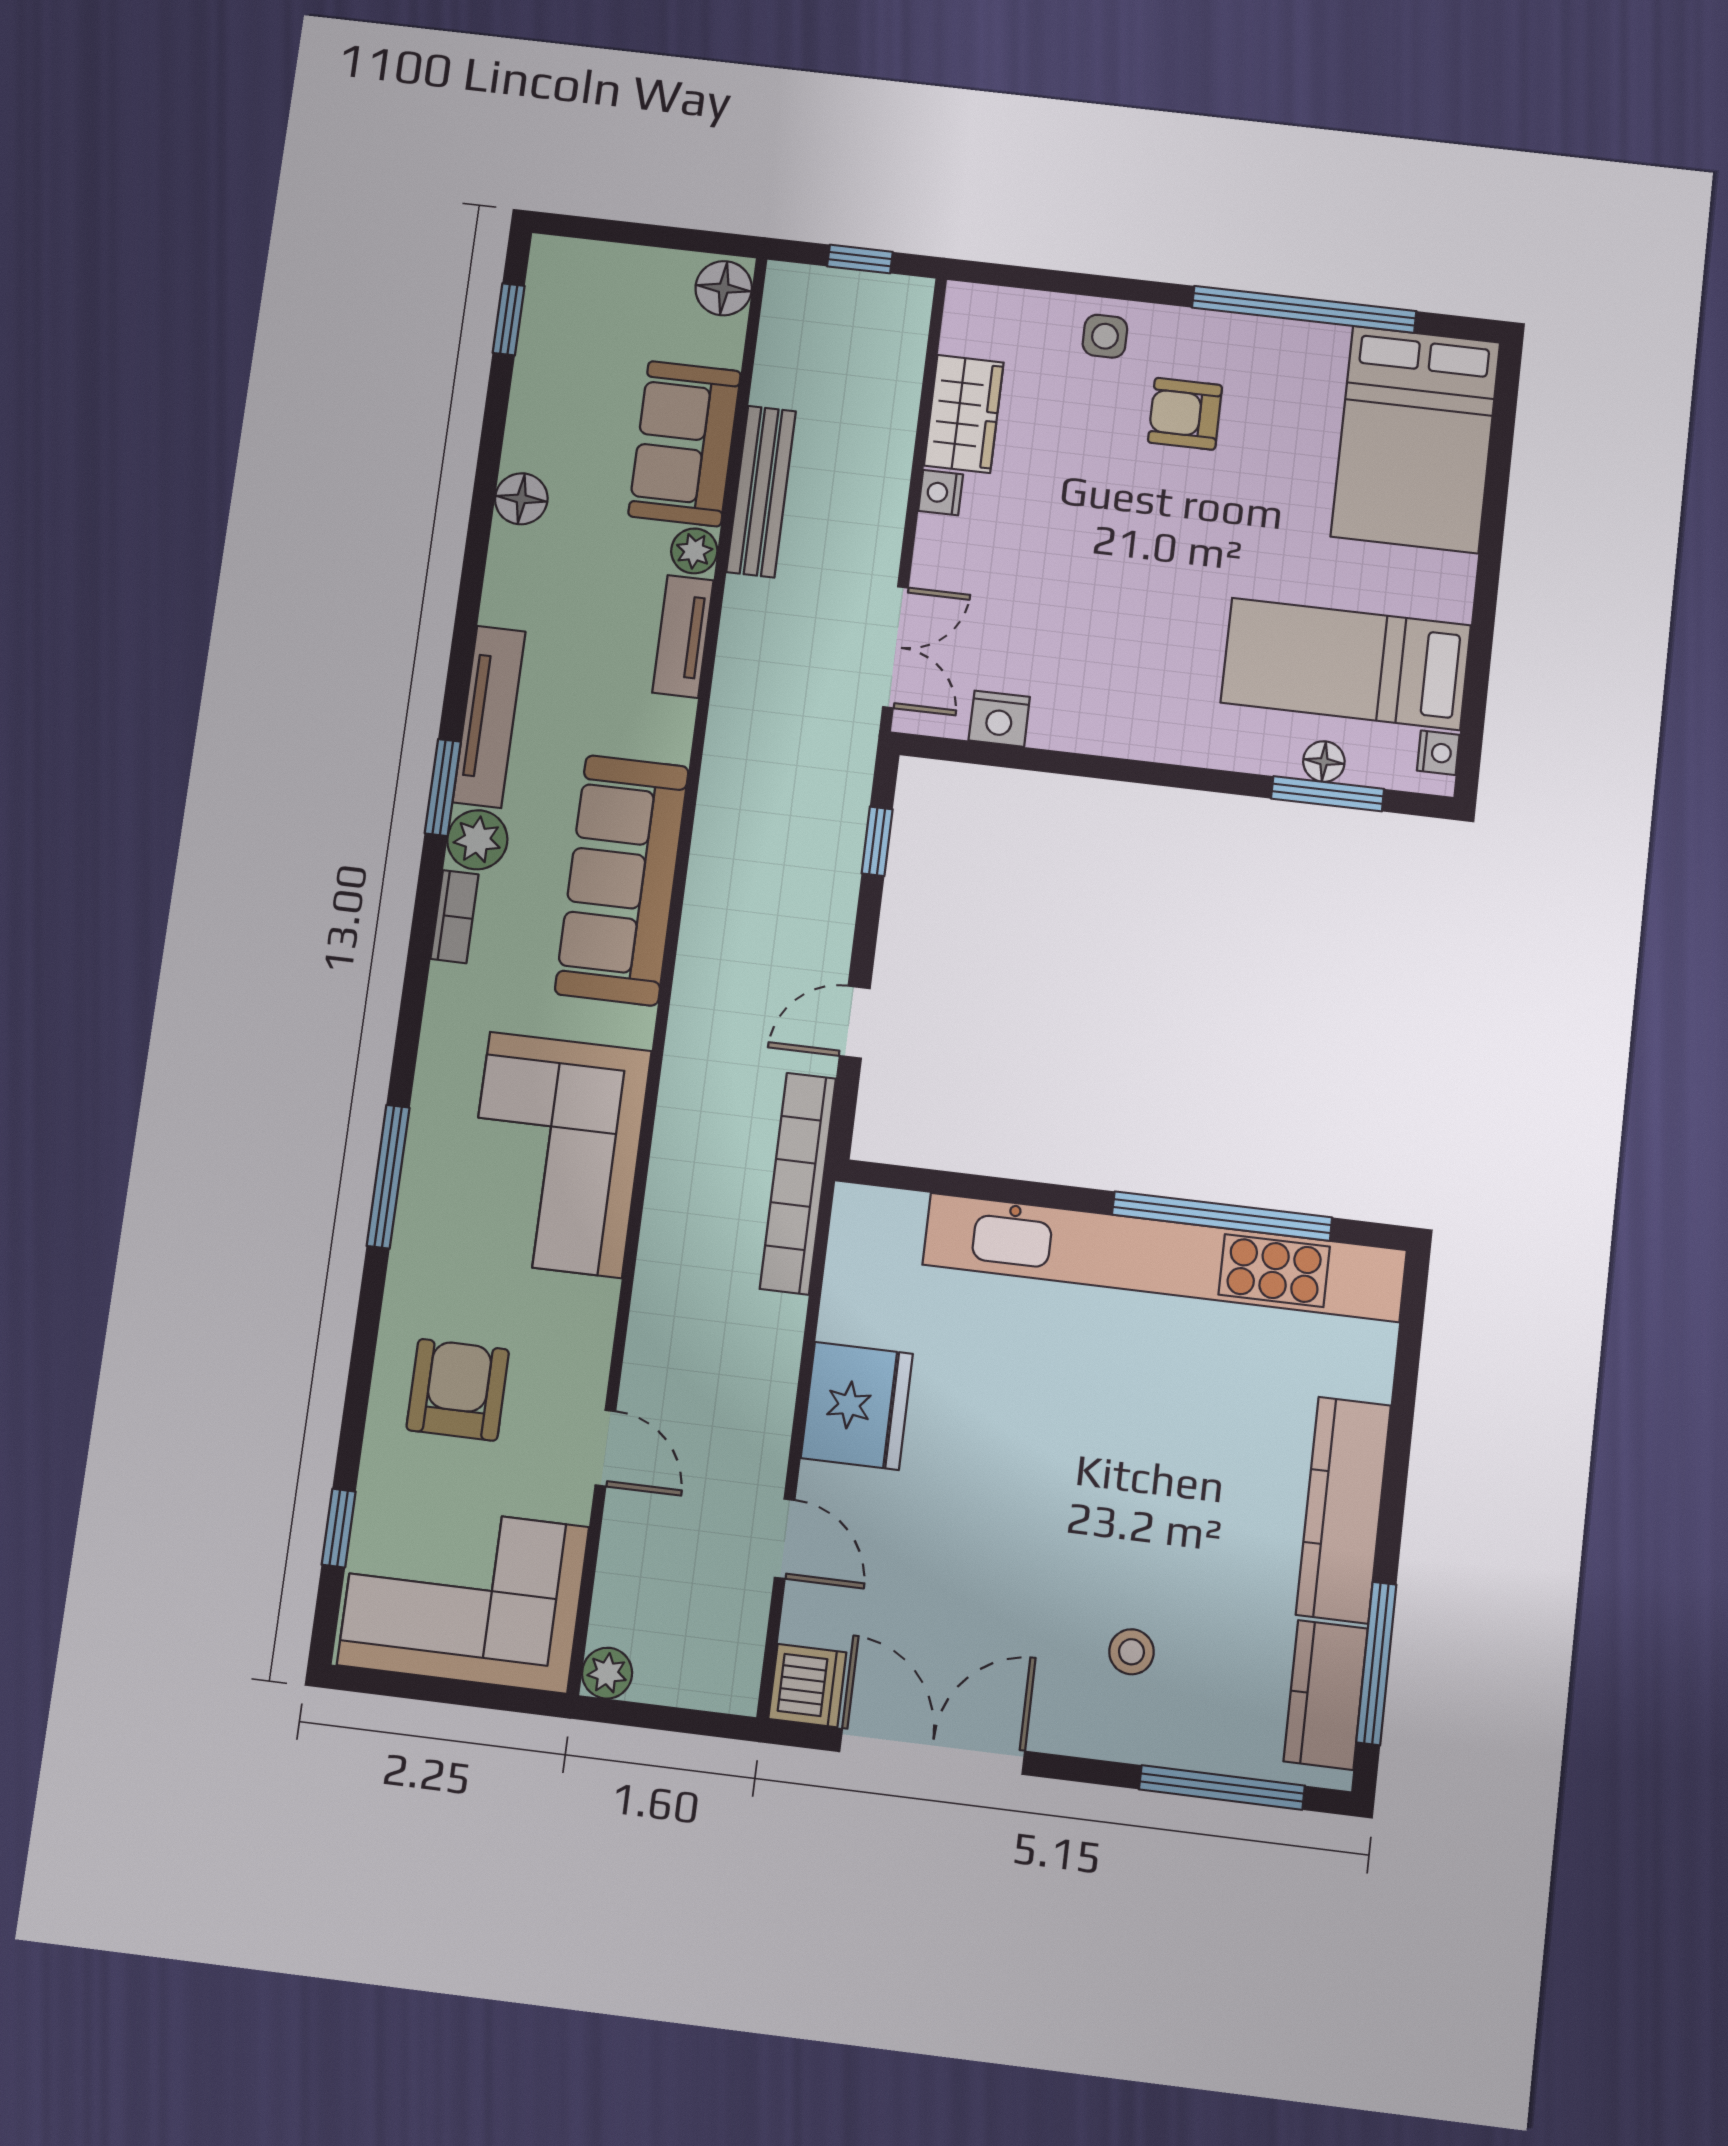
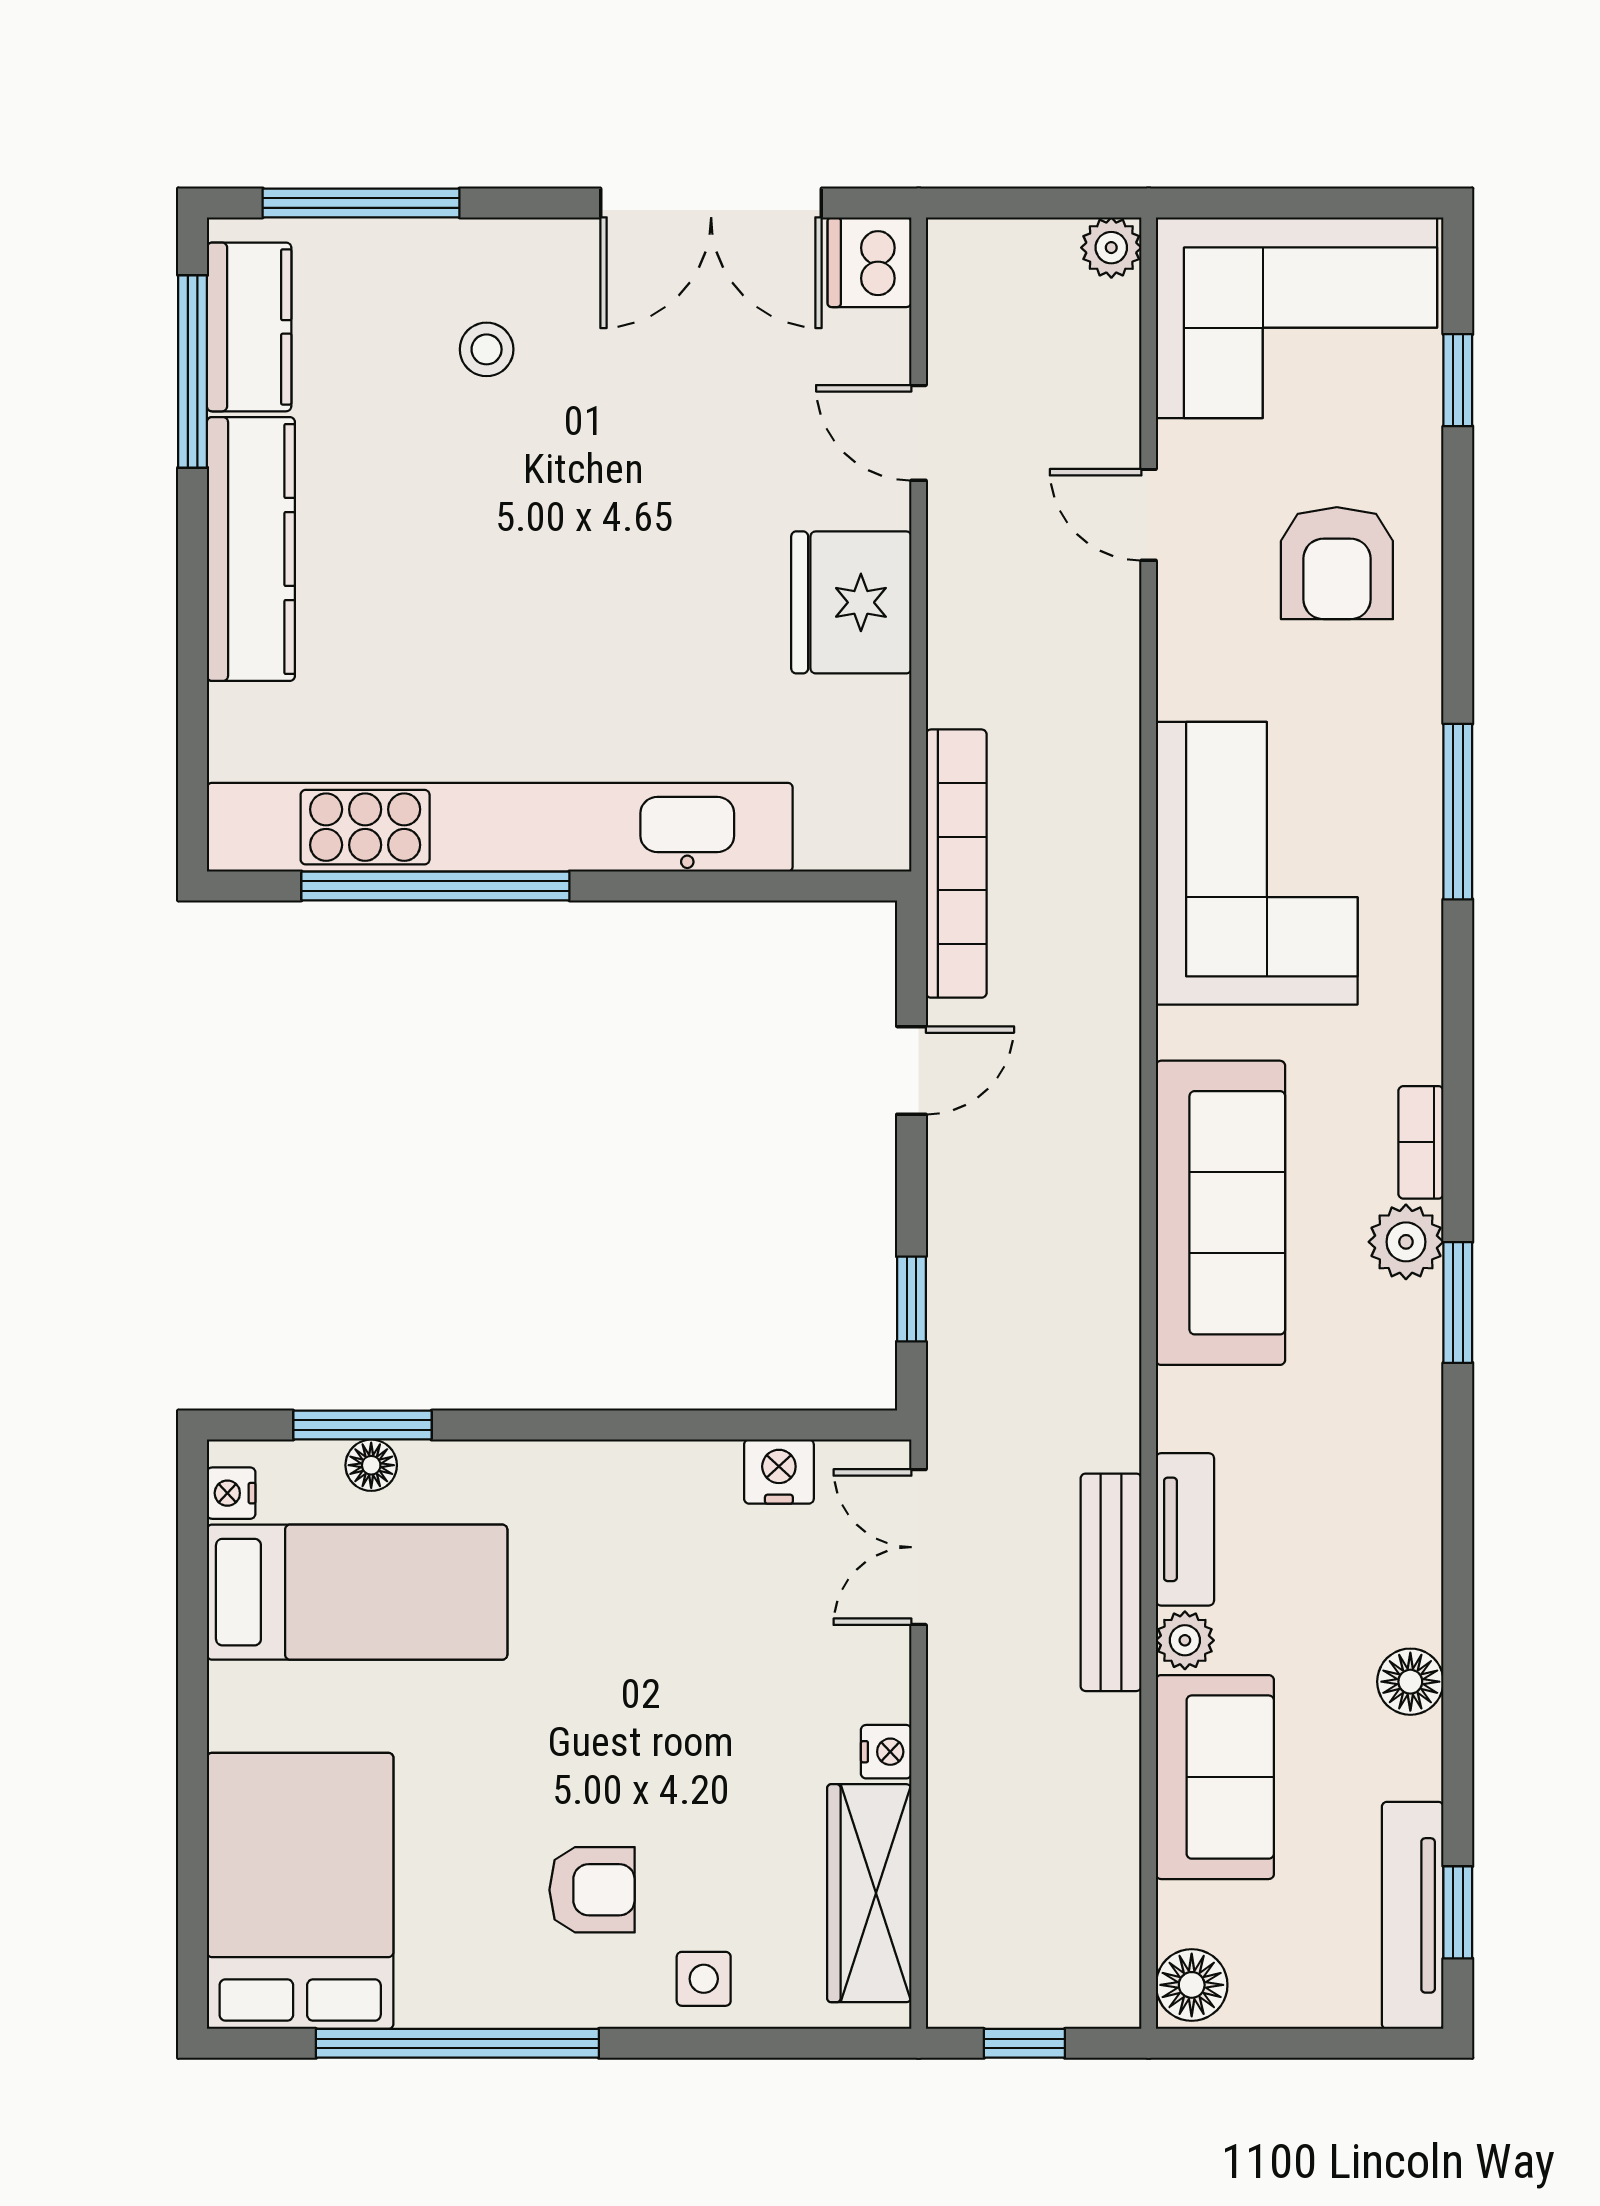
wardrobe: (964, 414) -> (869, 1893), width x1.50
bench: (761, 491) -> (1111, 1582), moved
tv unit: (489, 717) -> (1413, 1915), moved

